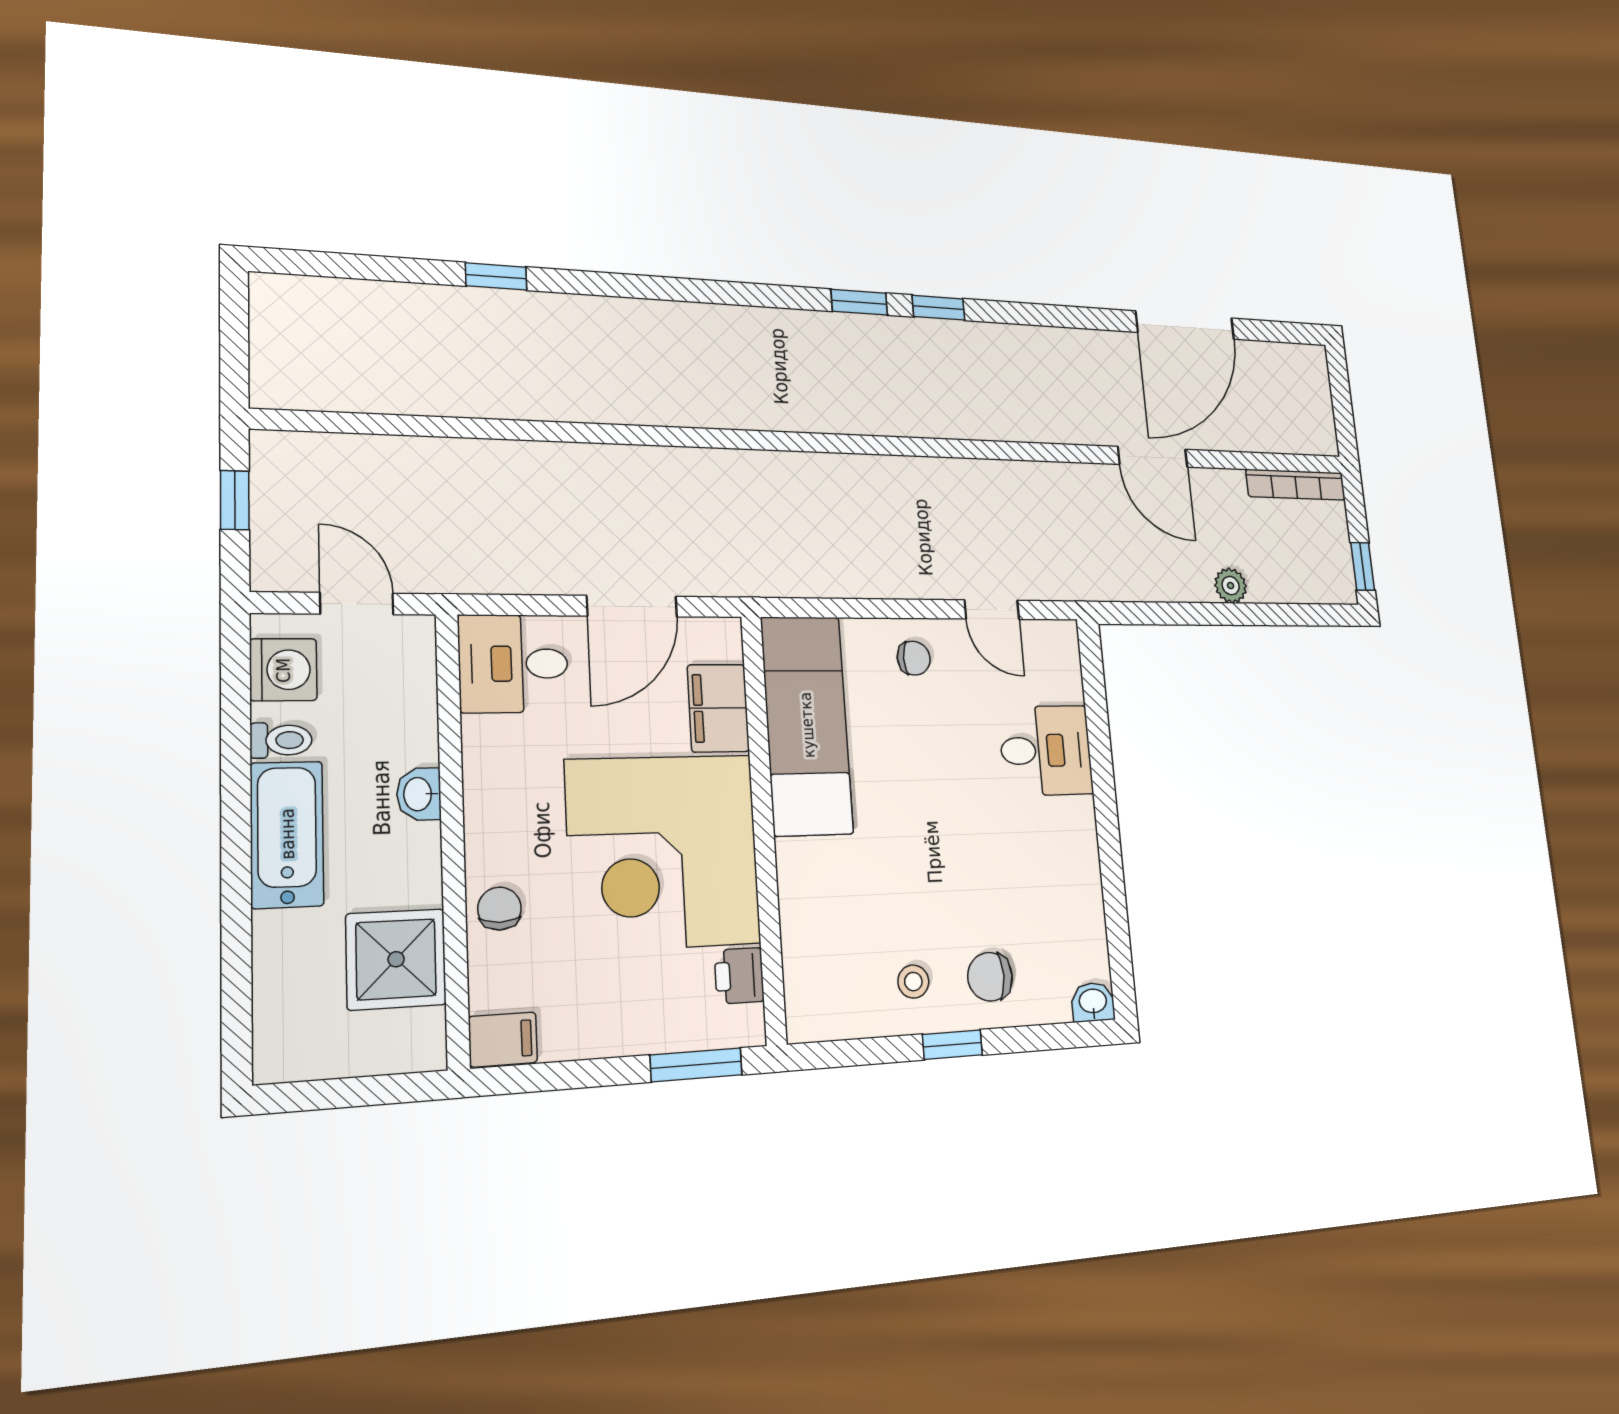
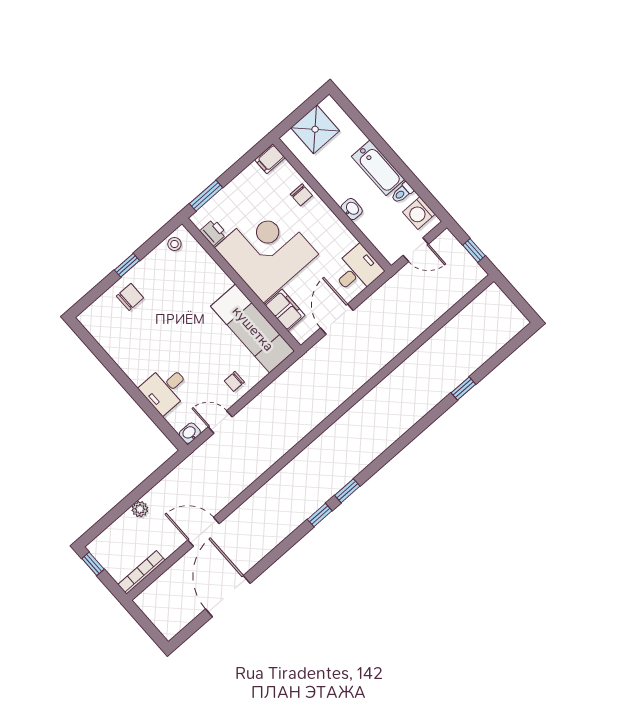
shower: (396, 959) -> (315, 129), moved
stool: (913, 982) -> (174, 244), moved
washbasin: (1093, 1002) -> (190, 433), moved, turned 180

